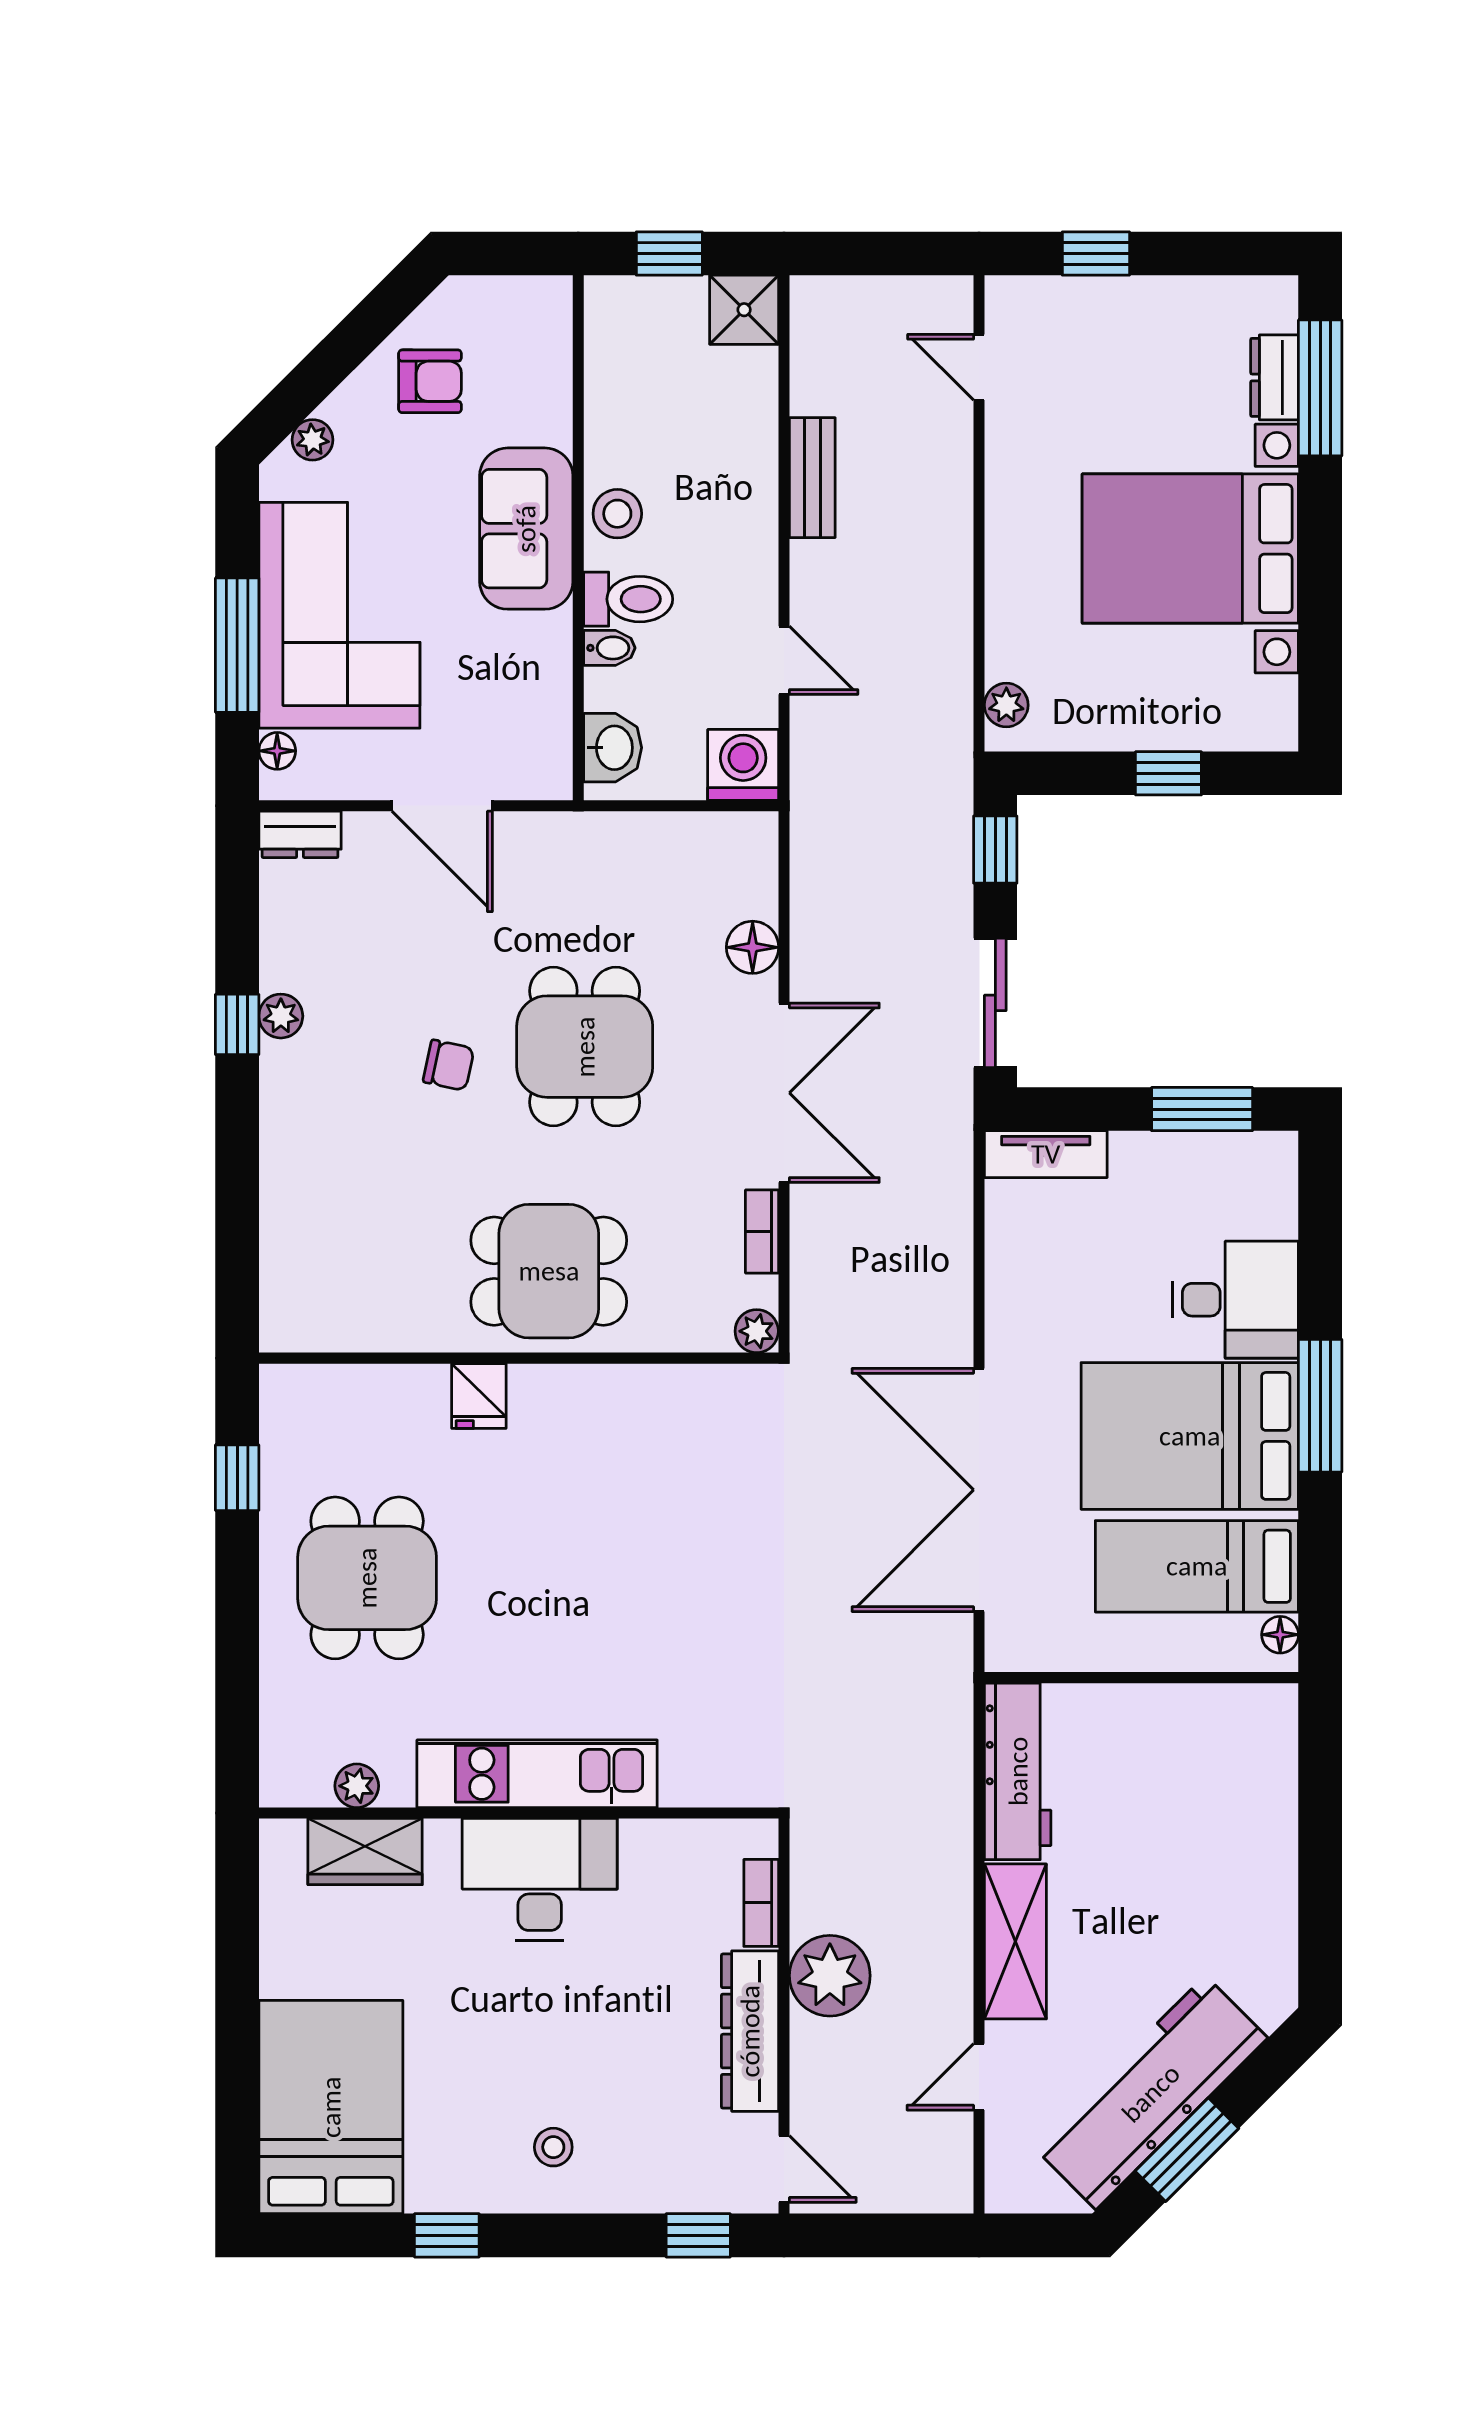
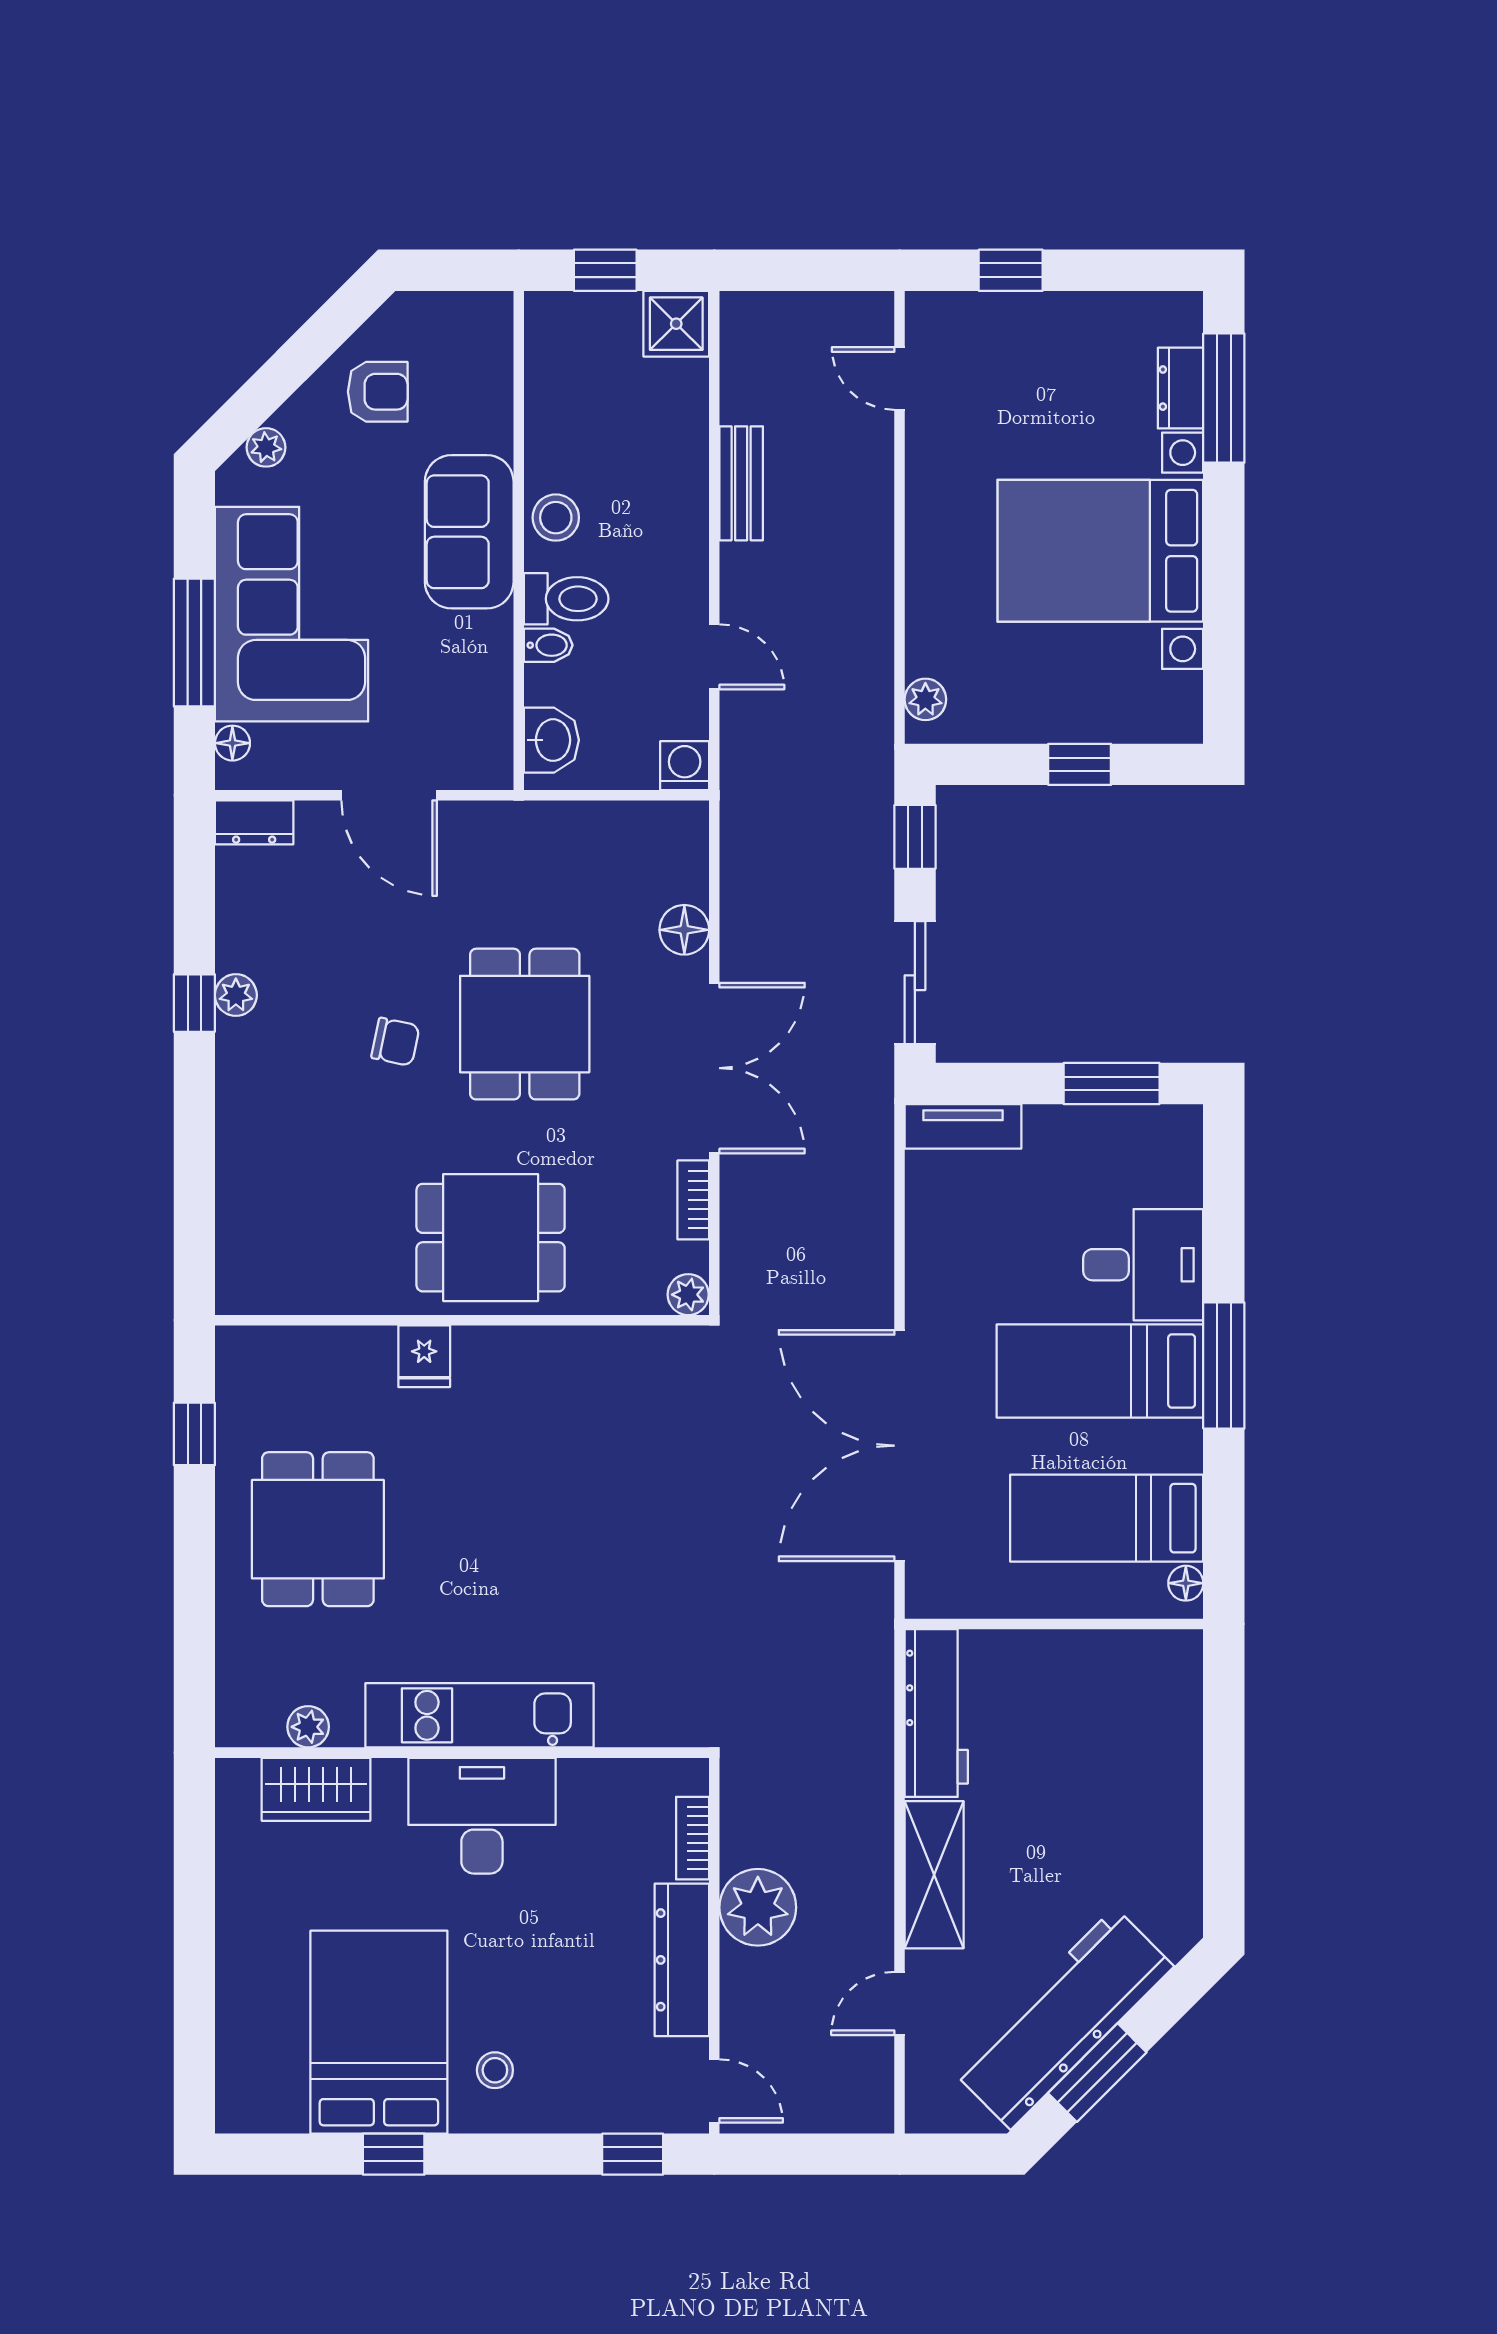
washing machine: (743, 765) -> (685, 766), width x0.73, depth x0.73
bed: (1190, 1436) -> (1100, 1371), width x0.67
bed: (331, 2107) -> (379, 2032), moved

